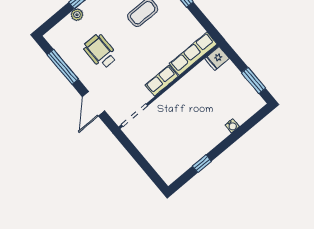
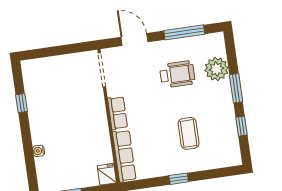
plant: (77, 15) -> (217, 69), width x1.87, depth x1.87

